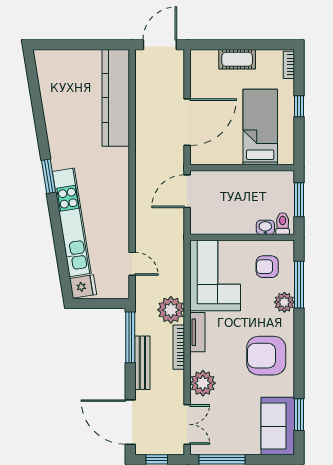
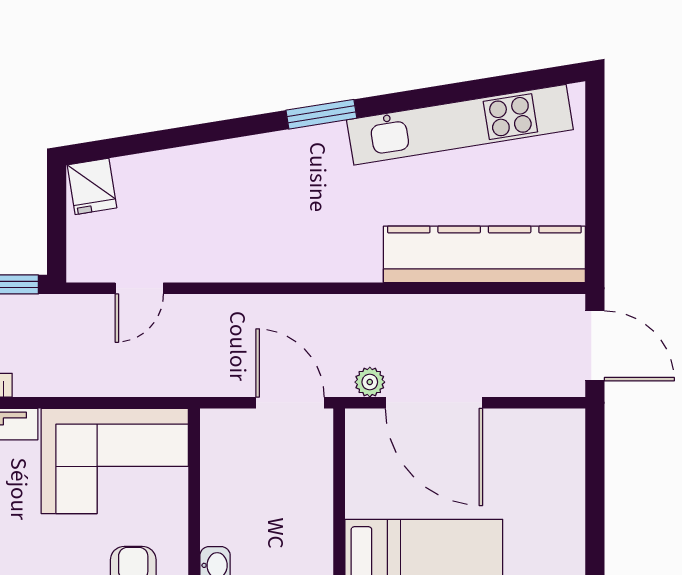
cot: (237, 59) -> (565, 507), removed
kitchen unit: (72, 222) -> (460, 125), moved
plant: (171, 310) -> (370, 382), moved, width x0.53, depth x0.53

